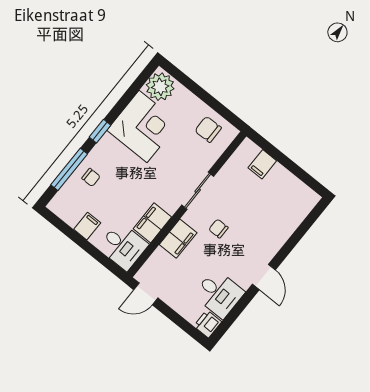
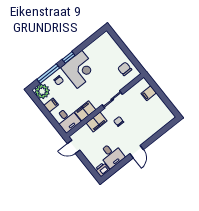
plant: (160, 87) -> (42, 91), moved
corner desk: (143, 126) -> (80, 69), moved

